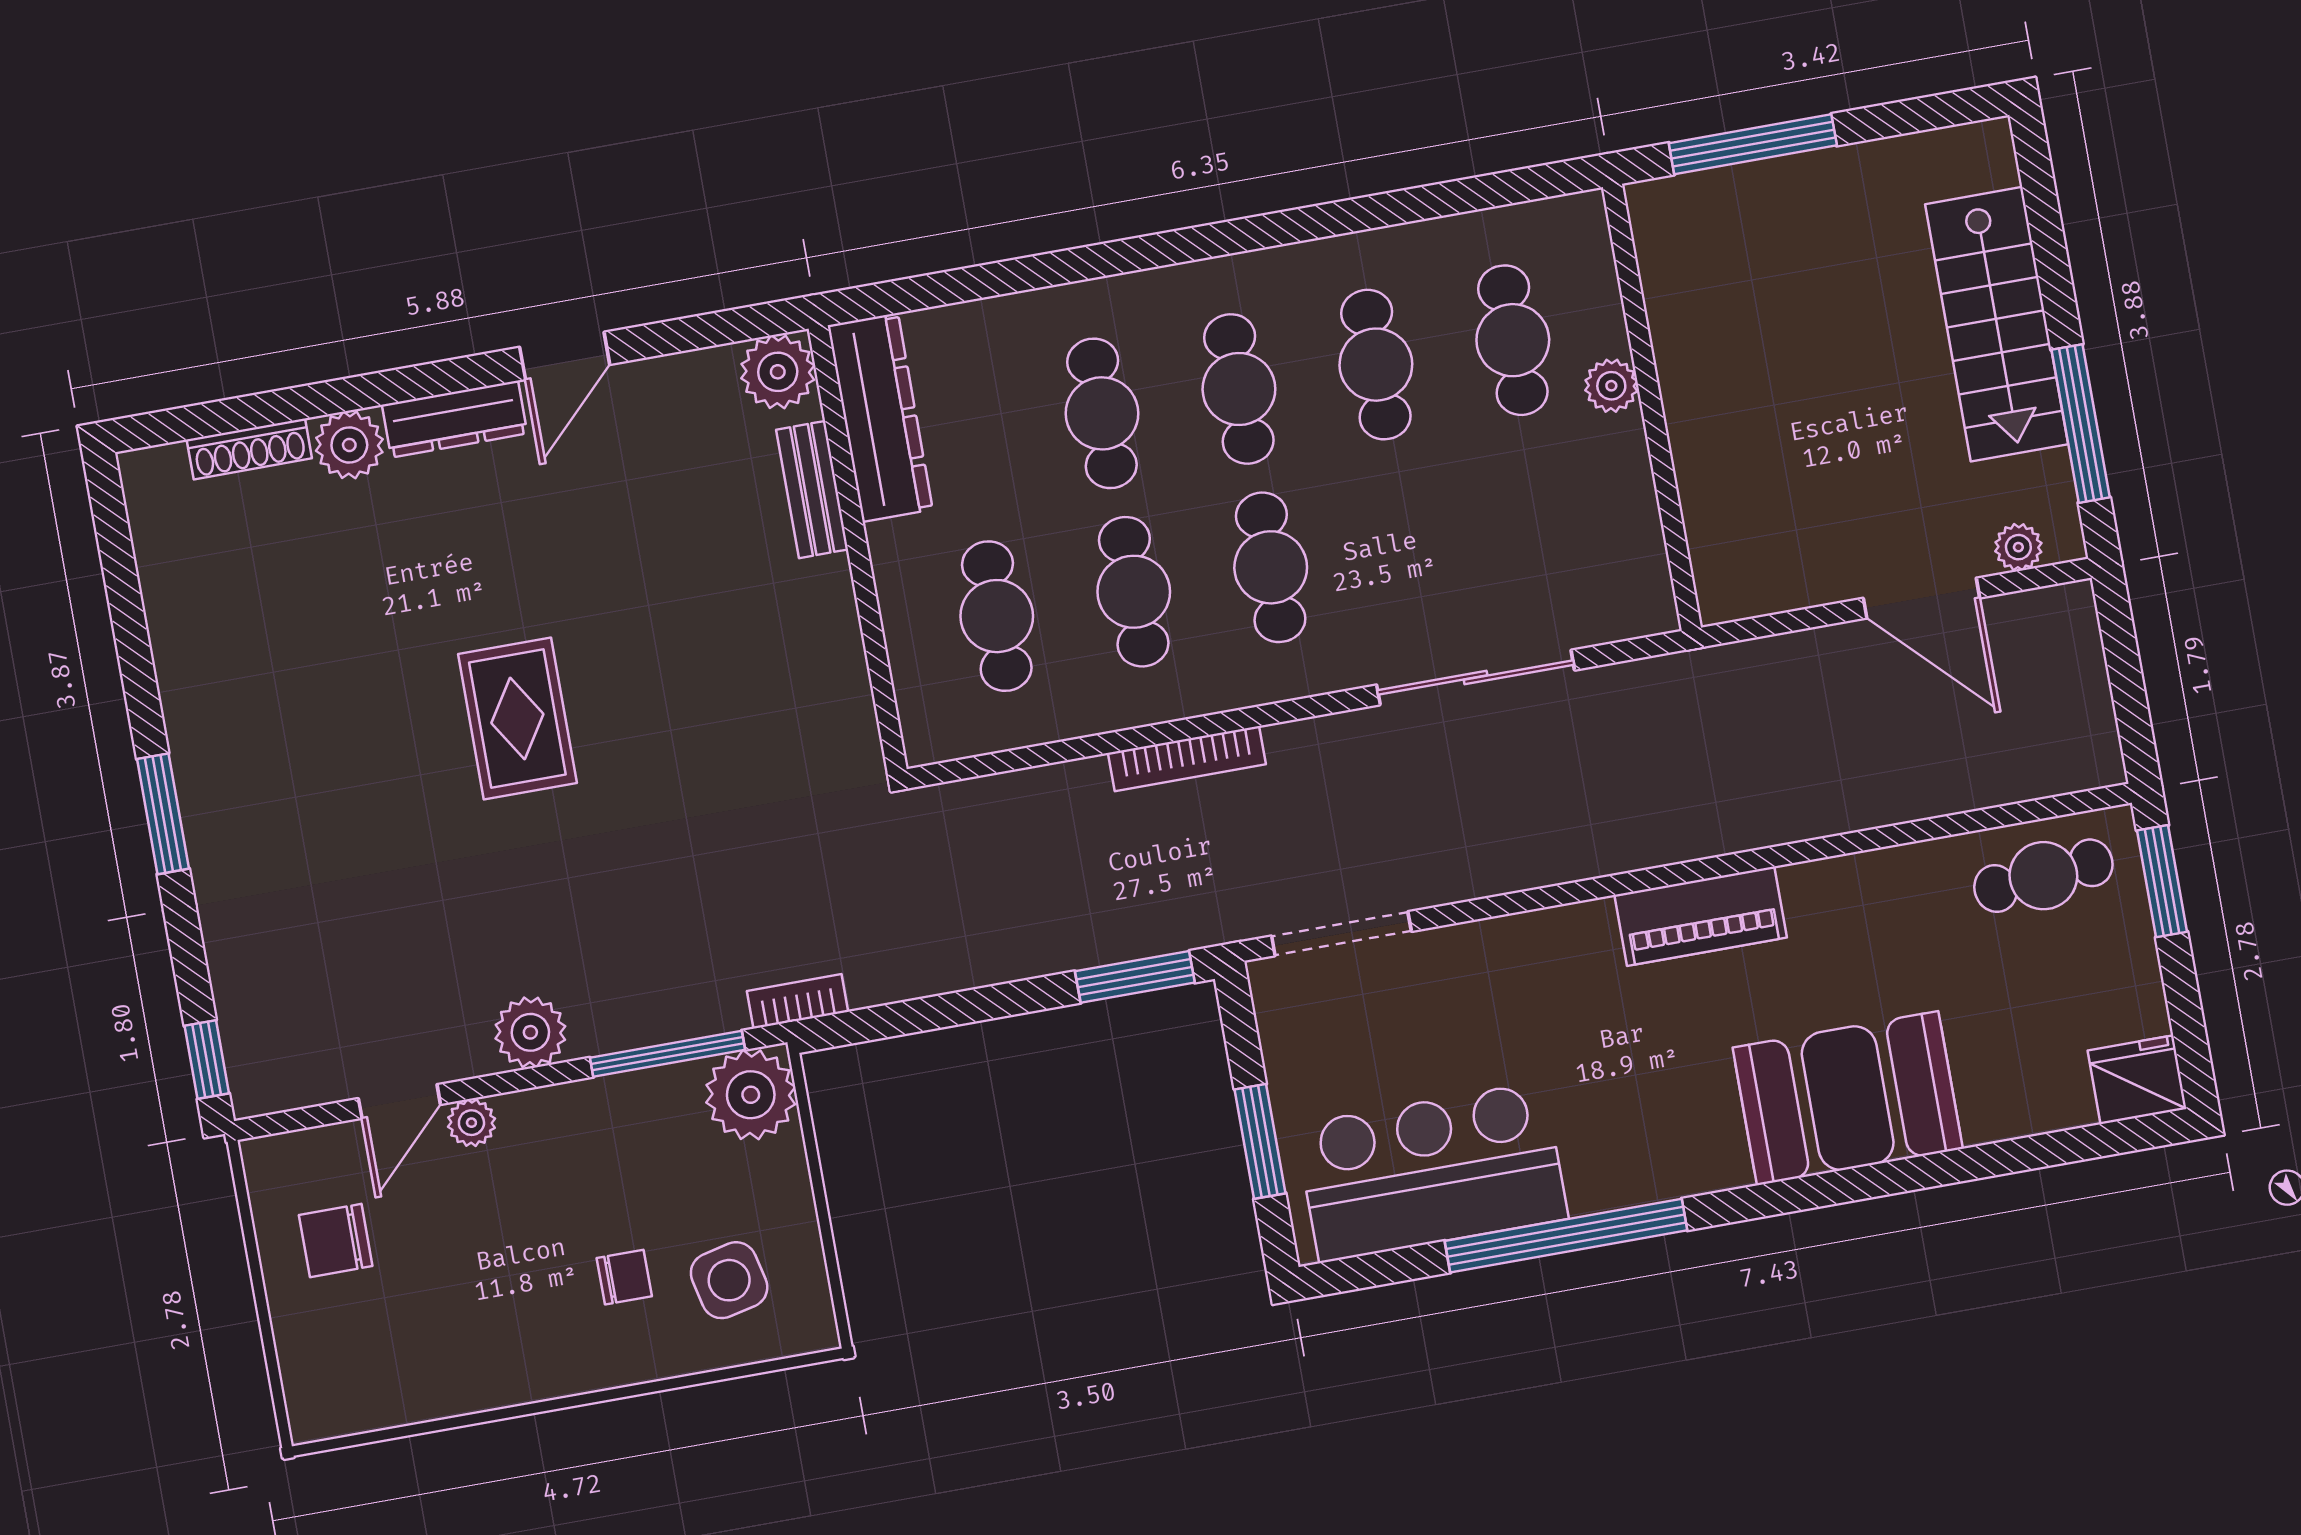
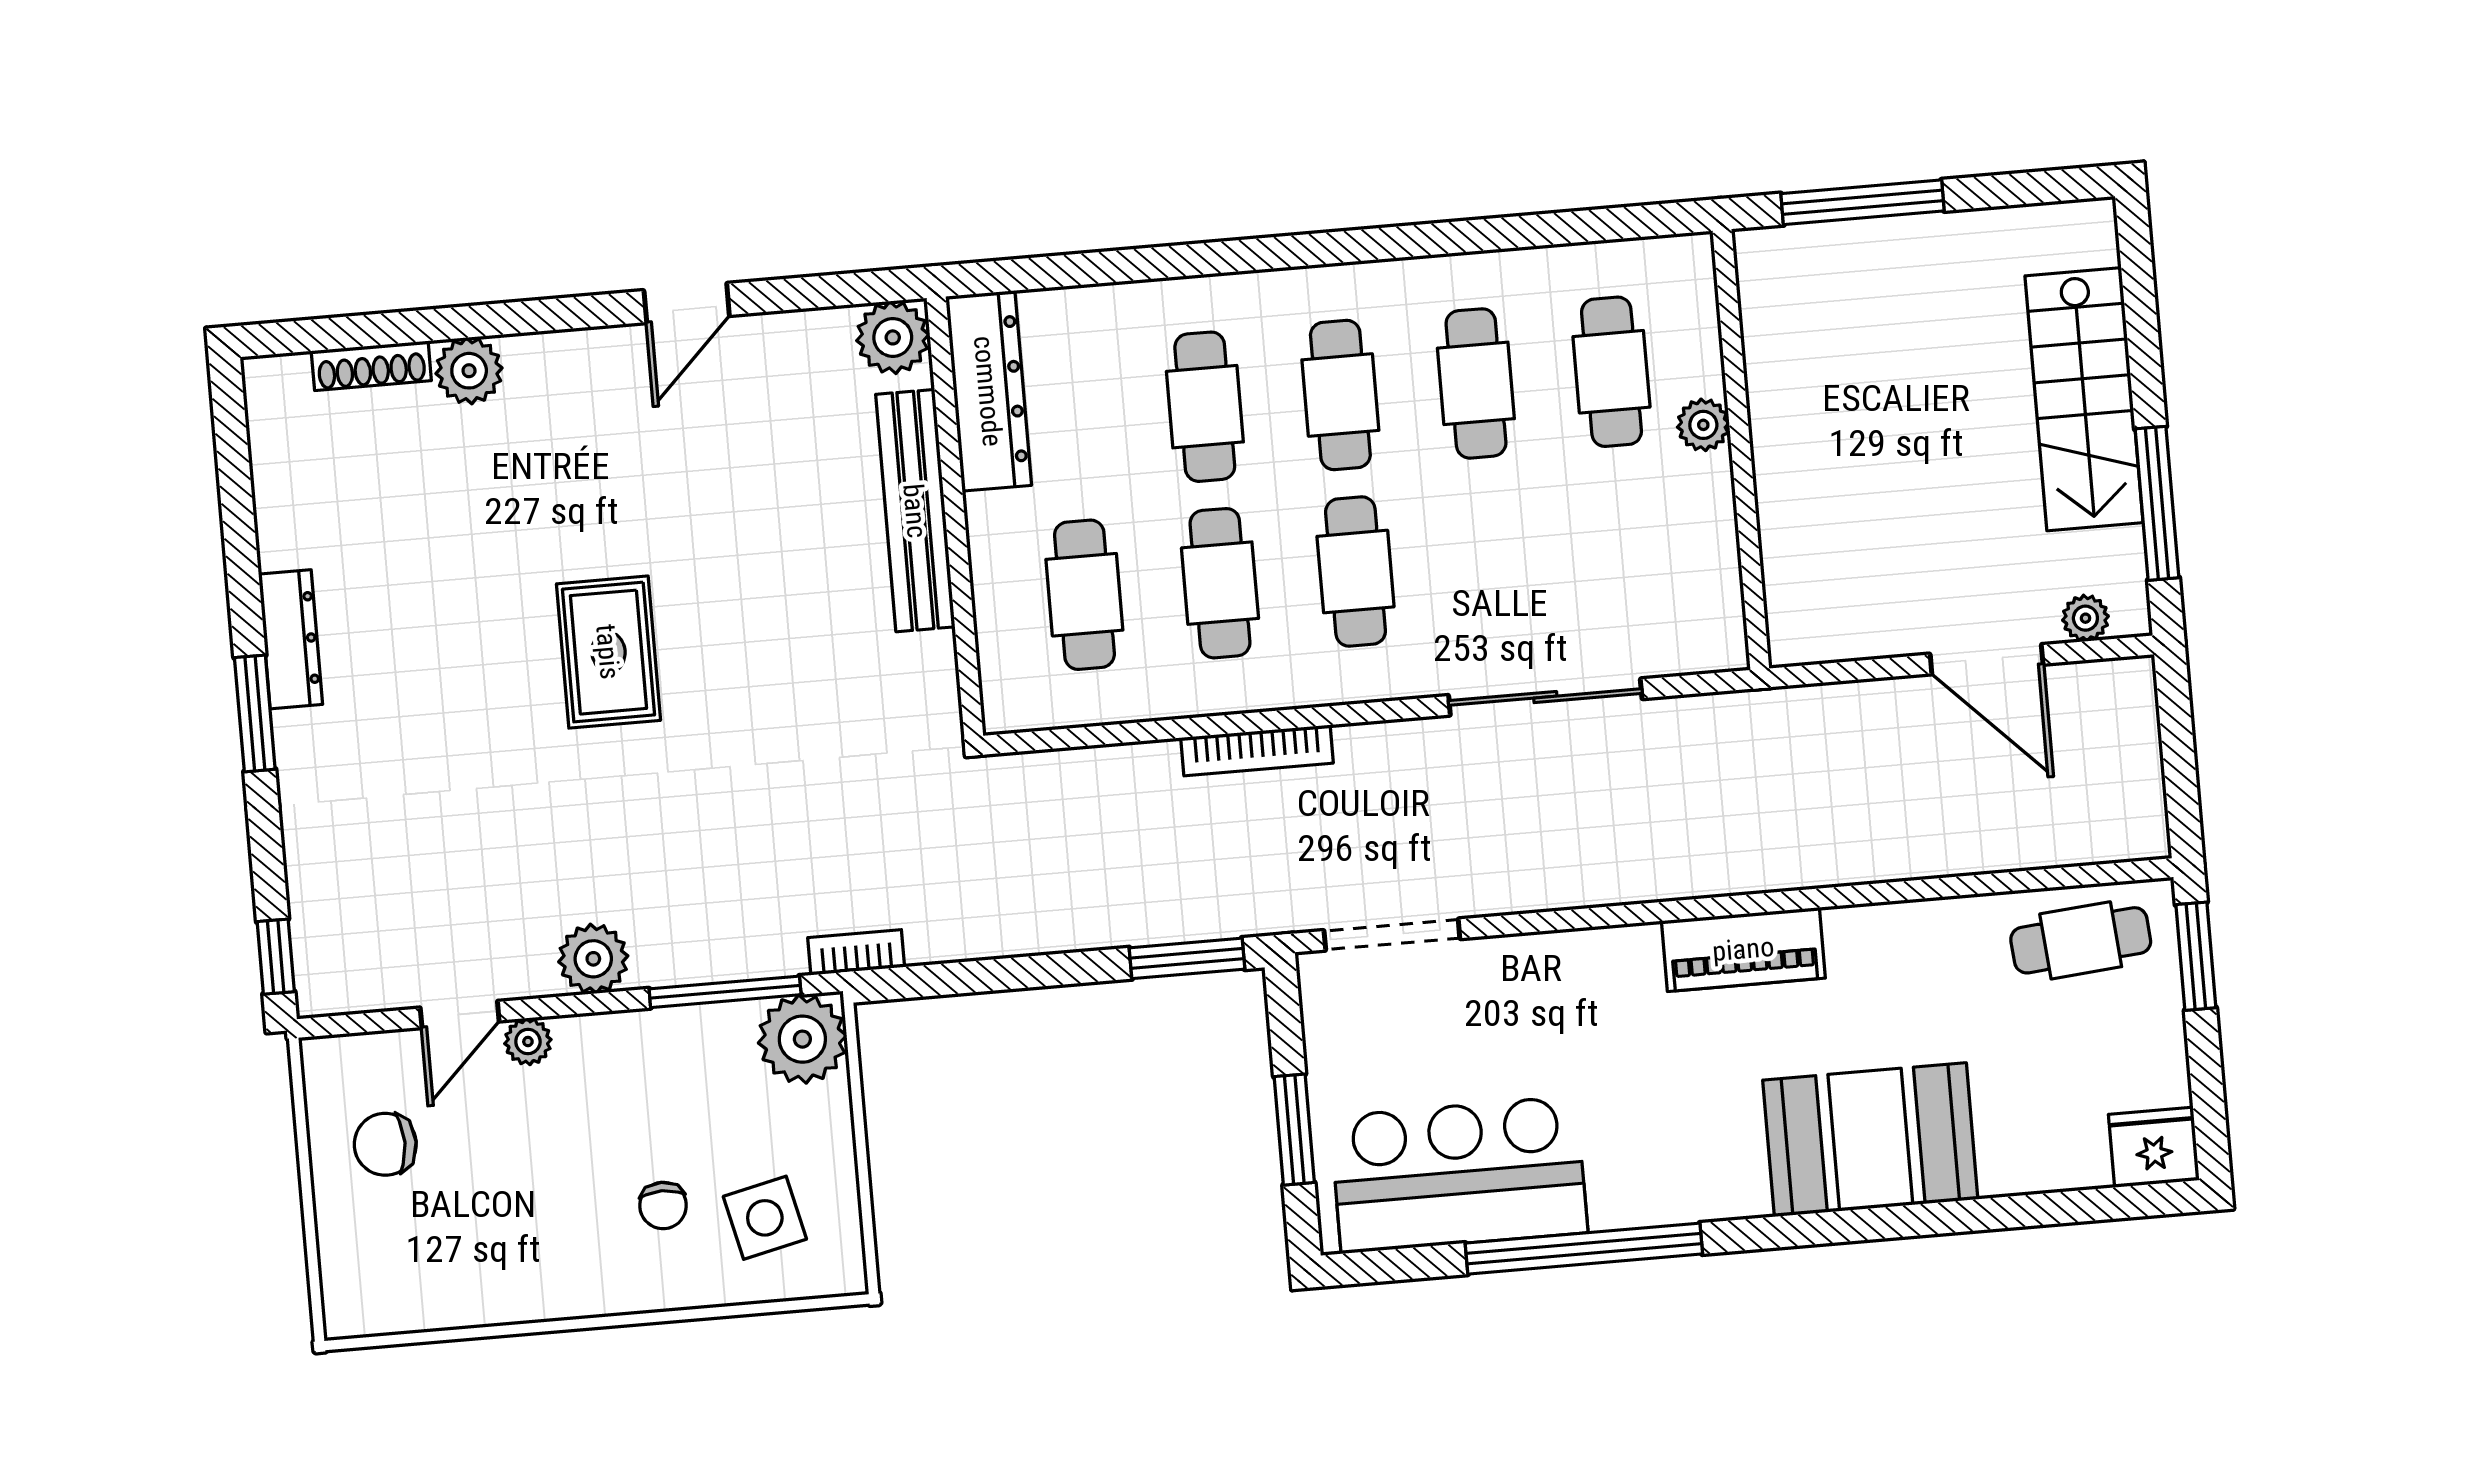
dresser: (455, 419) -> (291, 639), moved, turned -90
bench: (812, 490) -> (915, 511), width x1.86, depth x1.21
chair: (624, 1277) -> (663, 1205), turned 90

